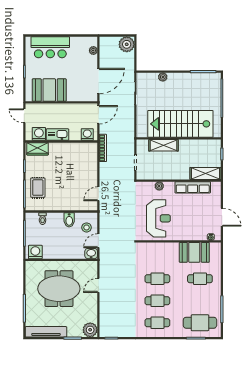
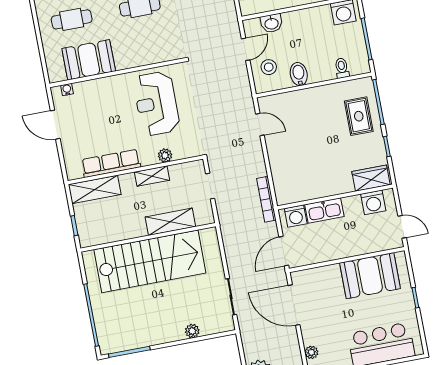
door: (98, 81) -> (294, 305), hinge flipped
kitchen sink: (57, 135) -> (324, 210), moved
shelving: (169, 175) -> (152, 176), added
door: (98, 194) -> (260, 124), hinge flipped
washbasin: (91, 254) -> (272, 23), moved

